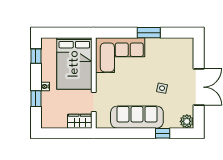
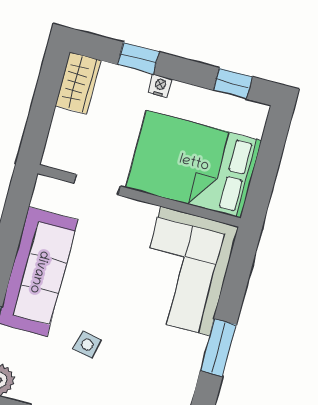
wardrobe: (80, 121) -> (78, 83), moved

